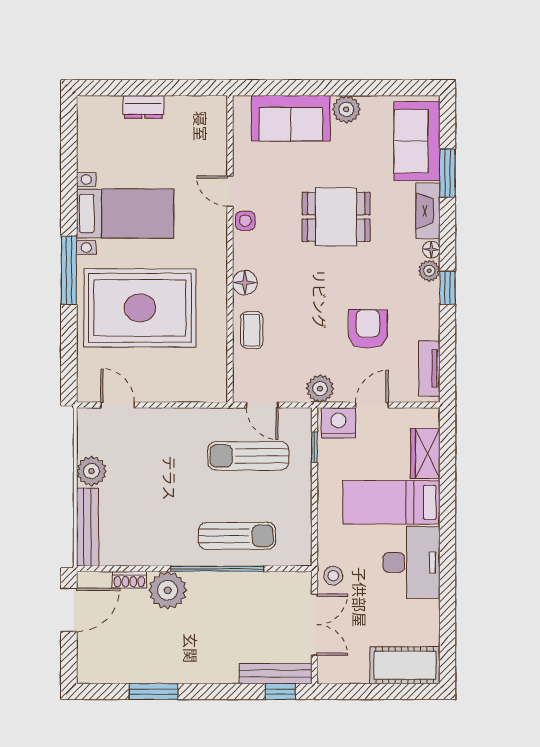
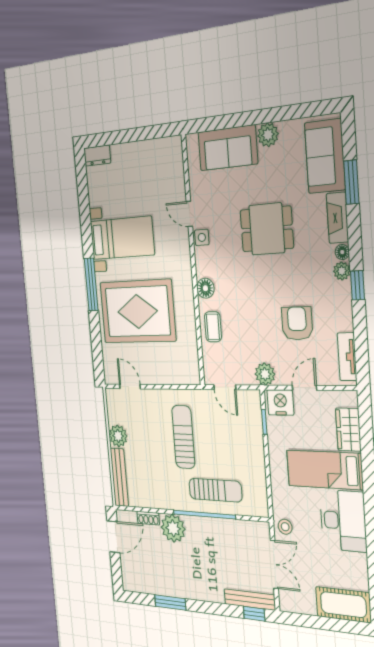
dresser: (143, 107) -> (97, 156), moved
sun lounger: (248, 456) -> (183, 437), moved, turned 90

